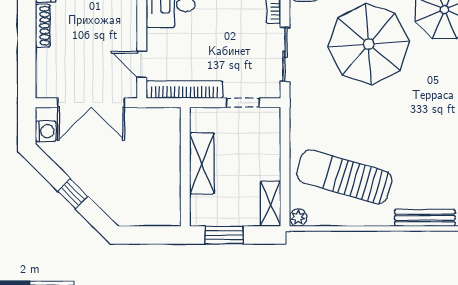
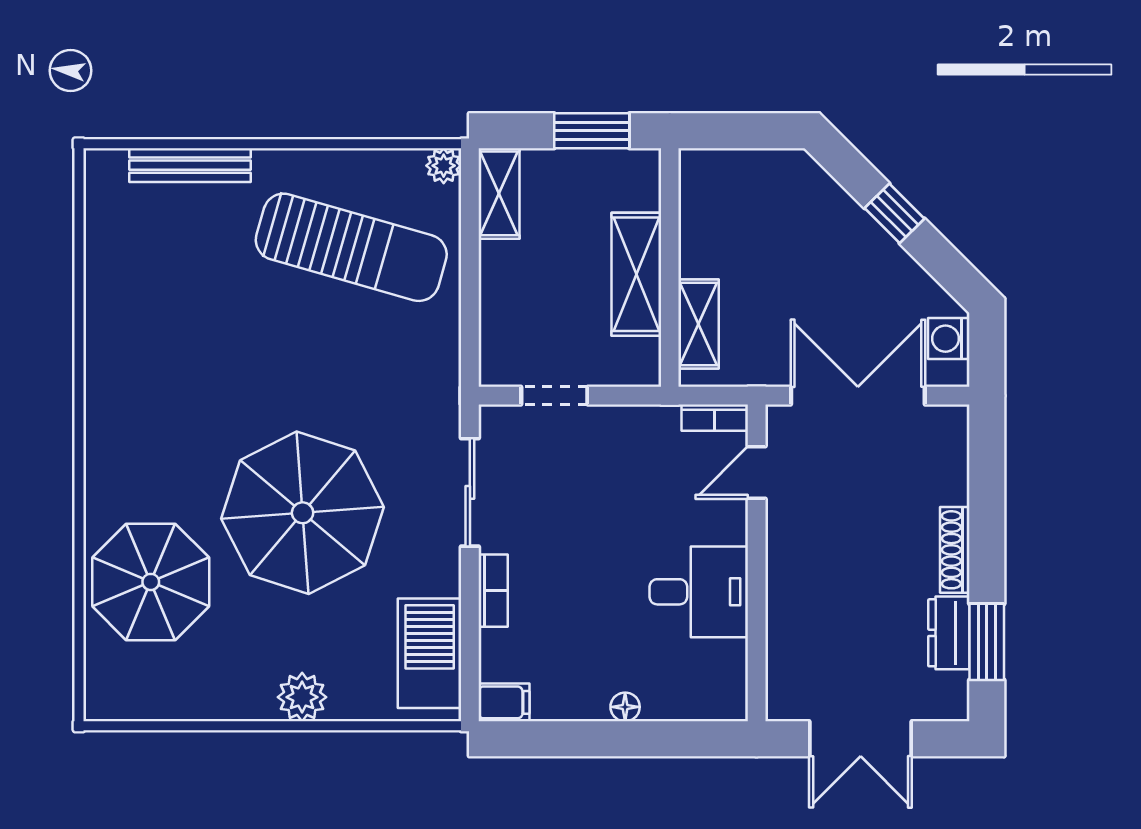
door: (142, 64) -> (757, 473), swing flipped
bookcase: (184, 90) -> (715, 418), width x0.43, depth x0.76
shelving: (171, 138) -> (698, 324), added

